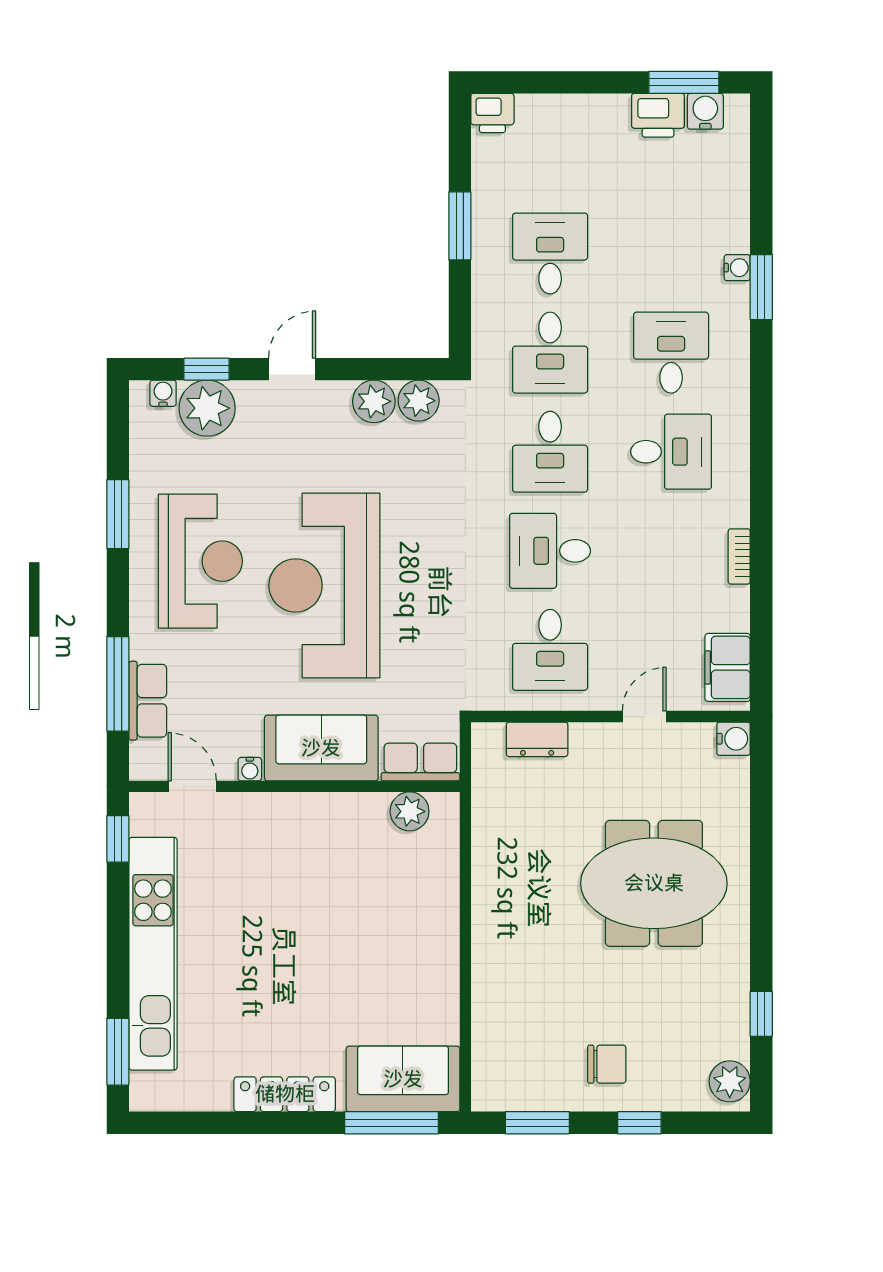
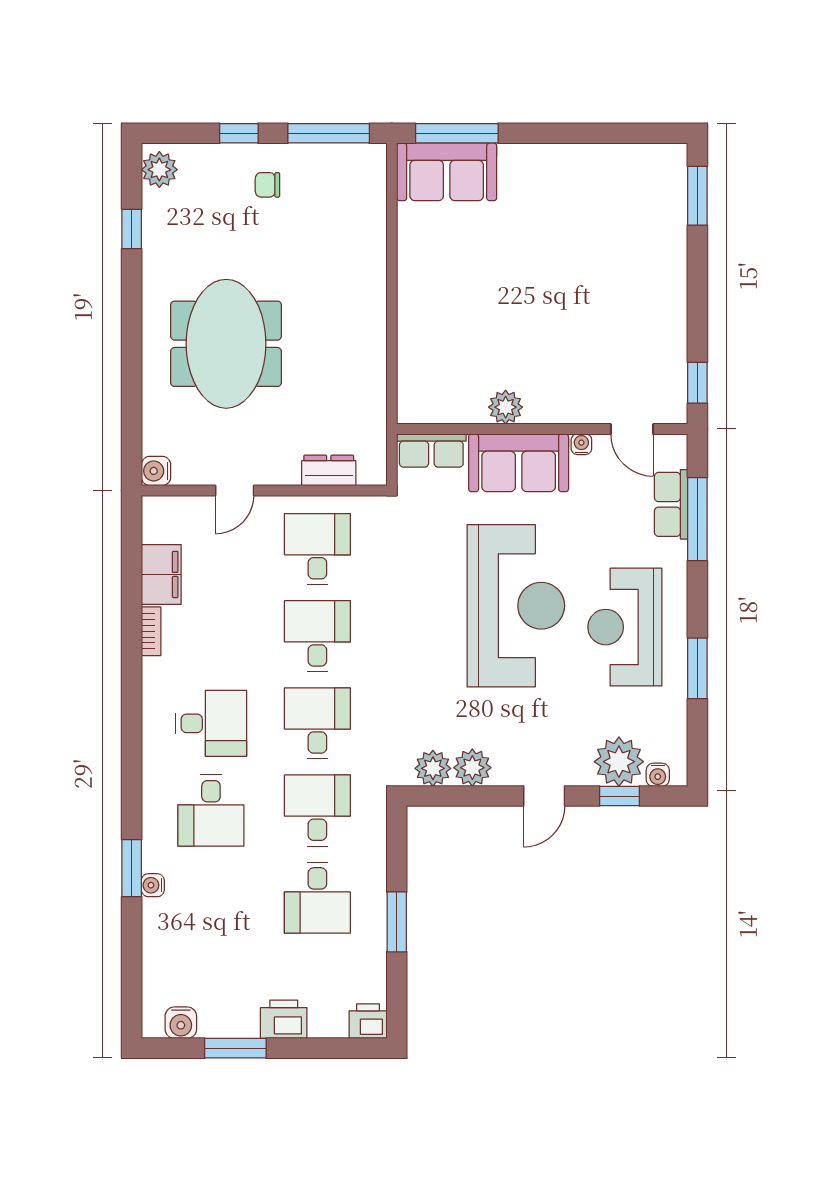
window: (684, 82) -> (235, 1048), moved
printer: (658, 115) -> (284, 1019), moved
desk: (671, 452) -> (211, 723), turned 180
desk: (550, 551) -> (317, 636), turned -90
filing cabinet: (728, 667) -> (161, 574), moved
plant: (410, 811) -> (506, 407), moved
meeting table: (654, 883) -> (226, 344), turned 90
kitchen unit: (153, 954) -> (667, 282), removed
chair: (607, 1064) -> (267, 185), width x0.73, depth x0.73
locker: (285, 1094) -> (551, 158), removed
window: (537, 1123) -> (329, 133), width x1.44

